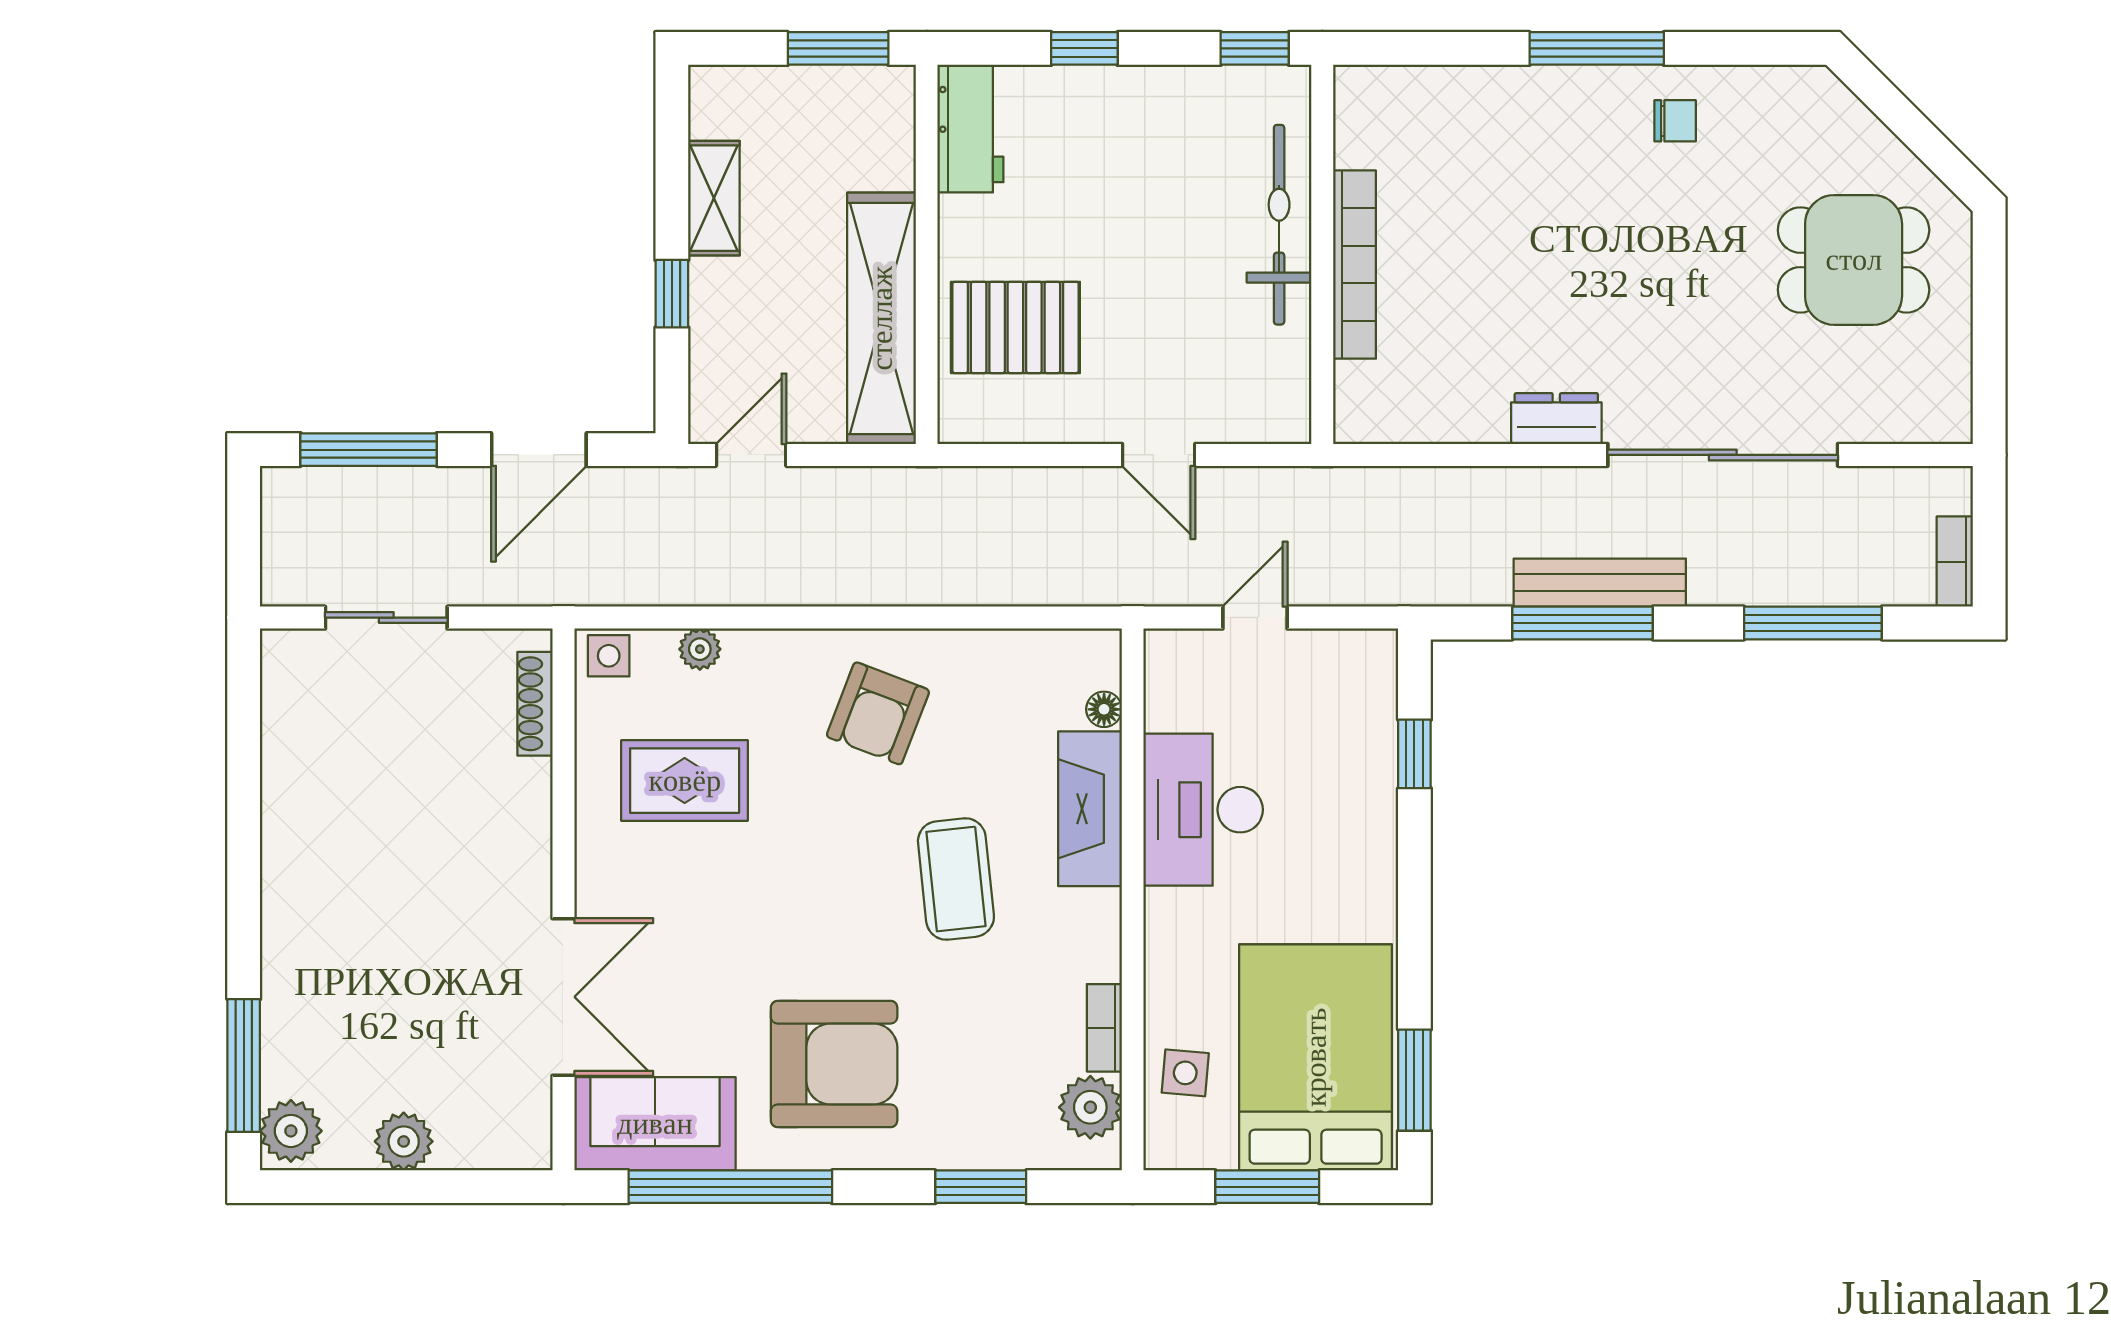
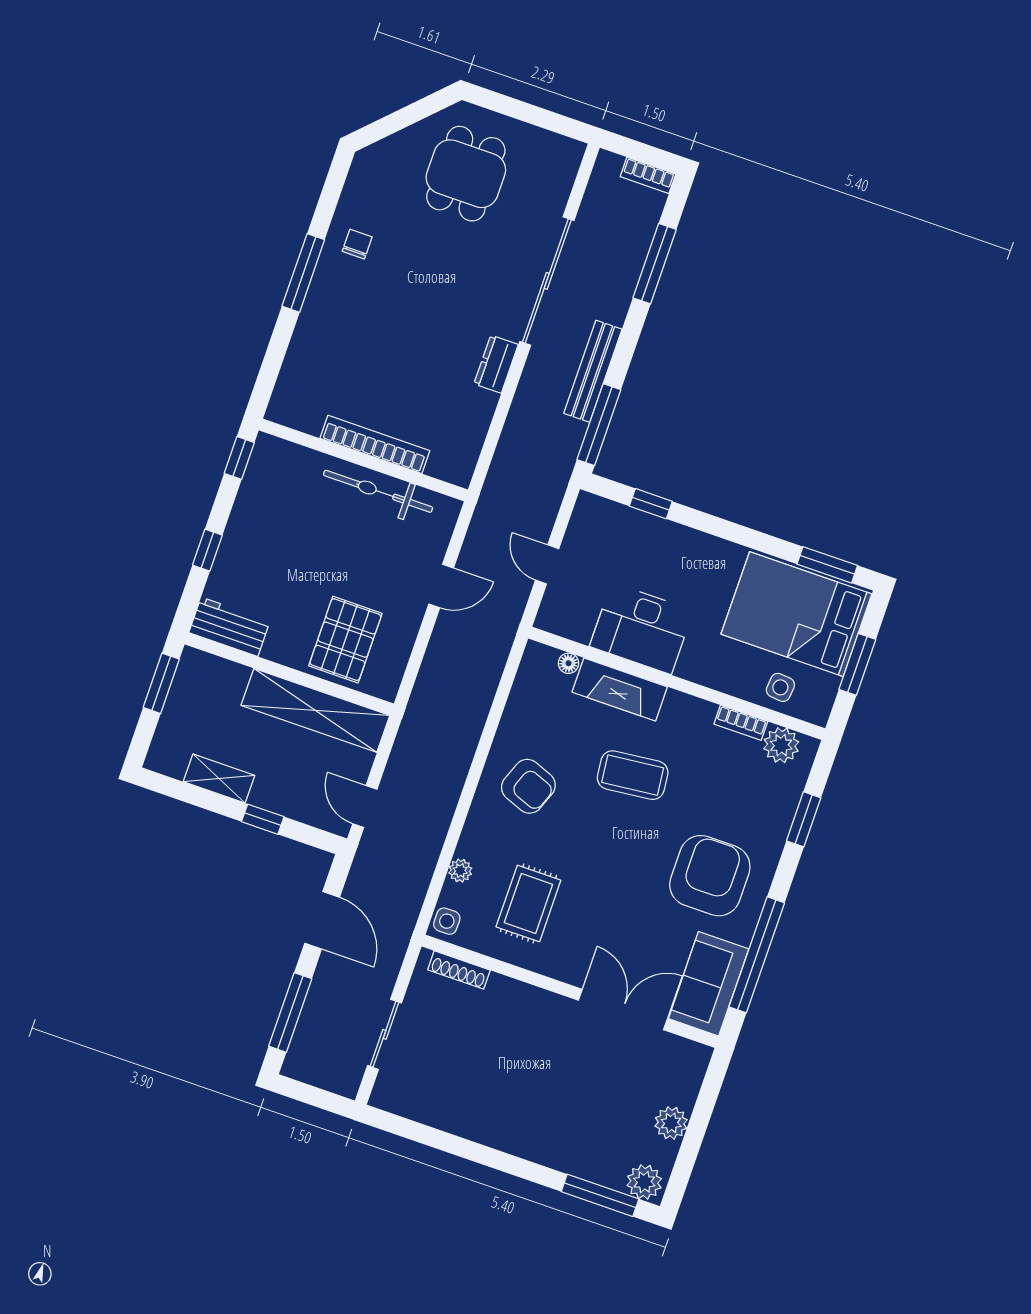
bicycle: (1279, 225) -> (378, 491), moved
window: (1583, 623) -> (599, 425), moved

